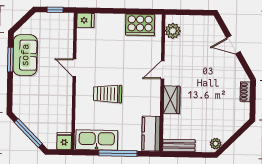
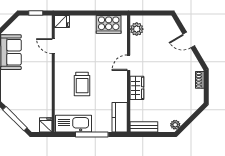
door: (74, 68) -> (53, 46), moved
trolley: (108, 94) -> (82, 84), turned -90

